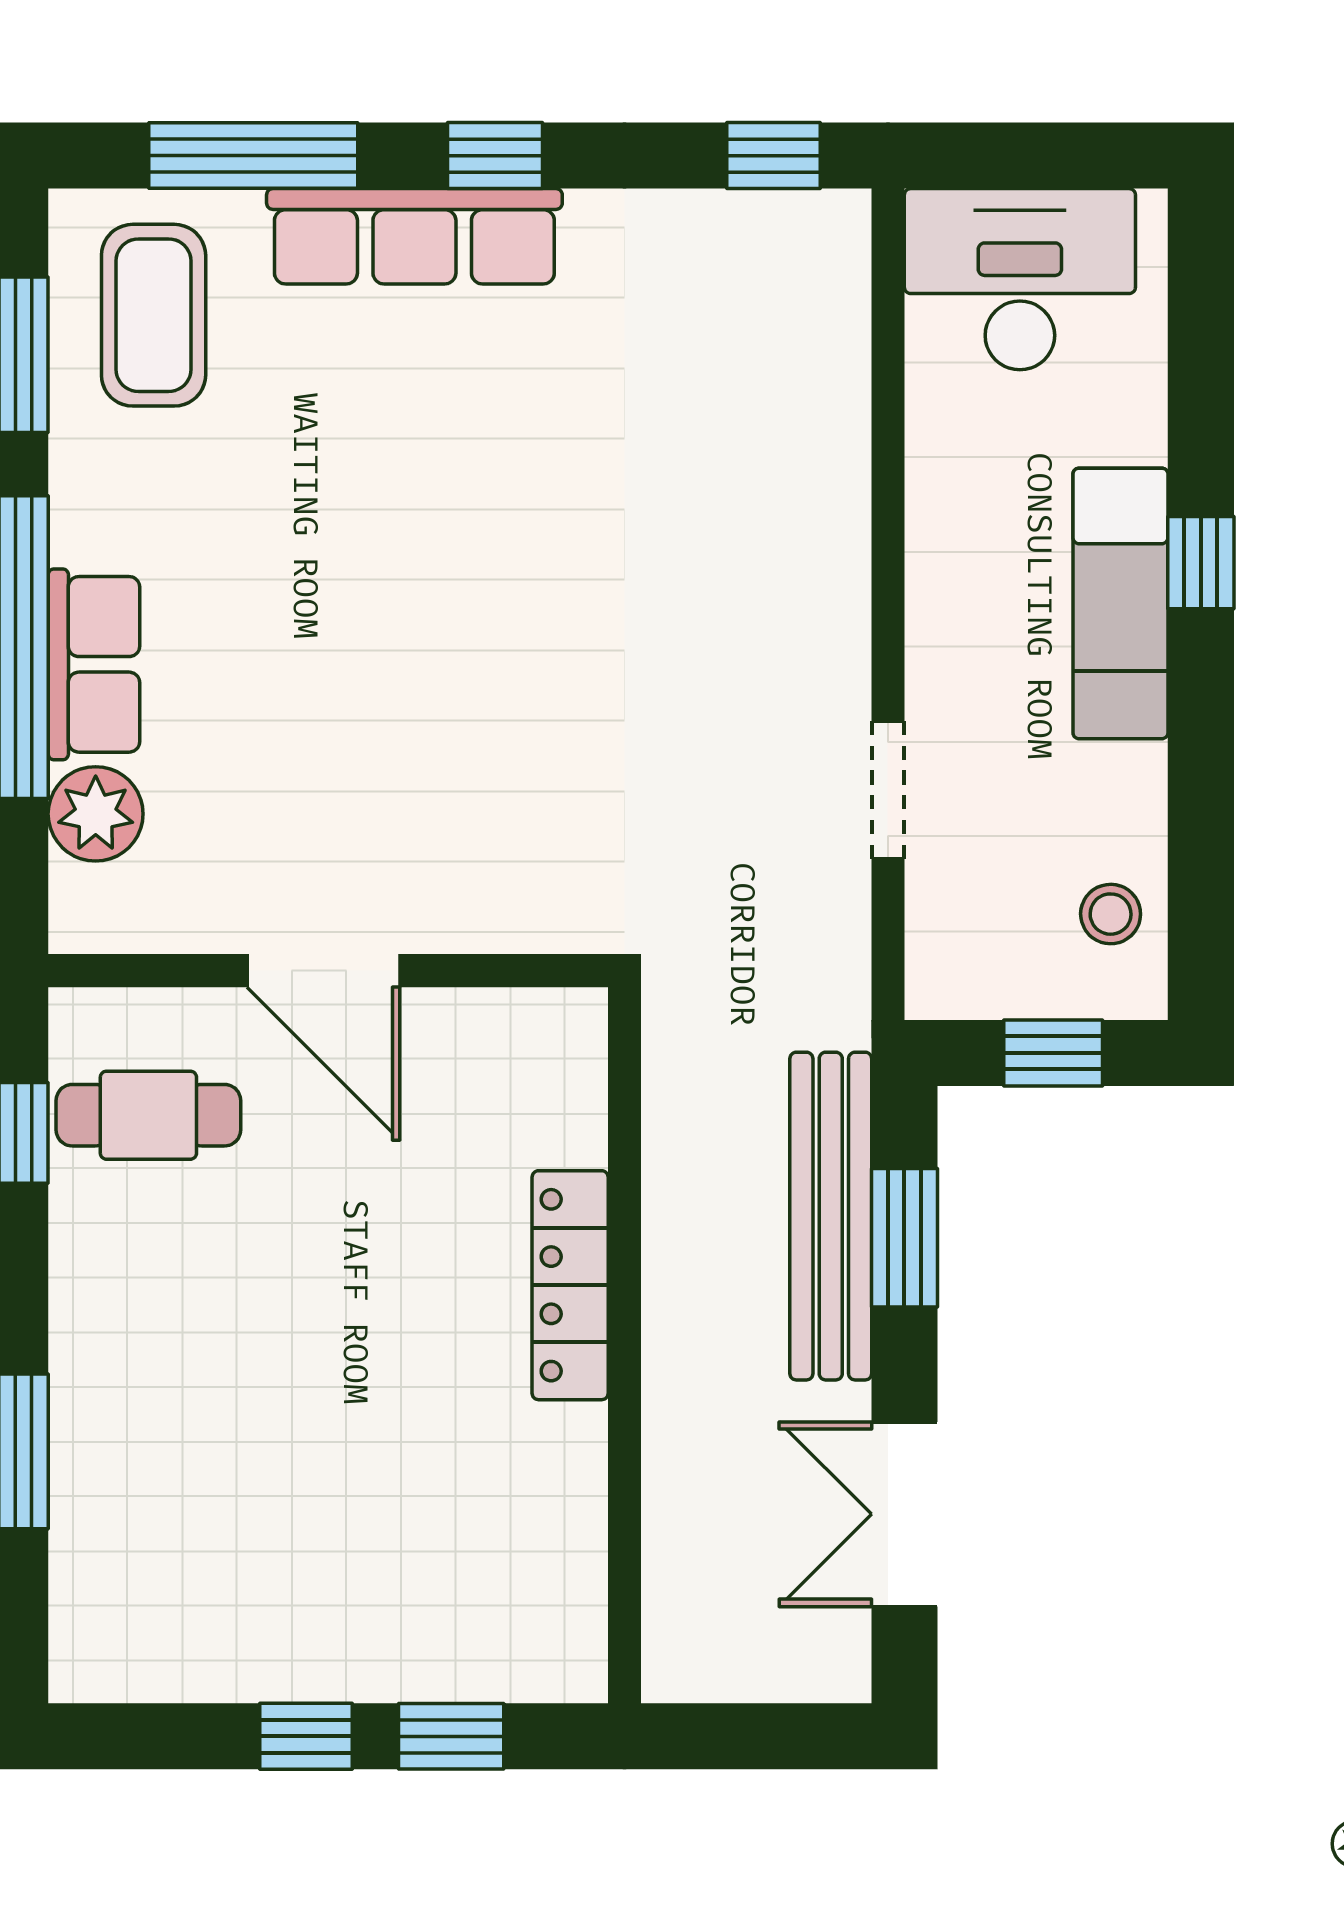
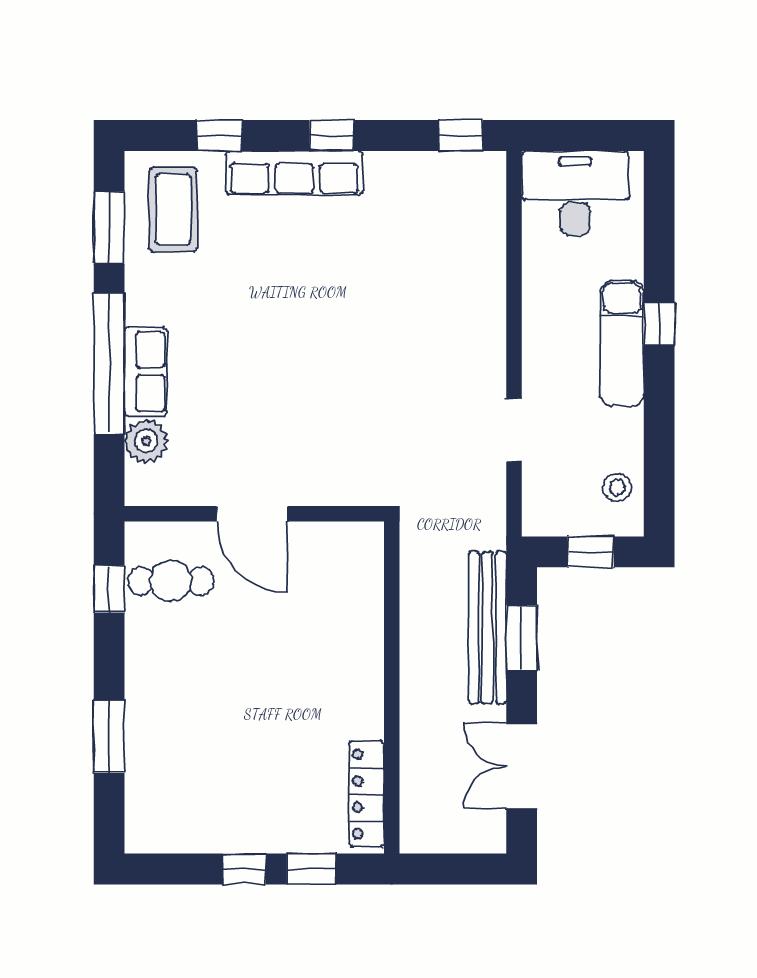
window: (253, 156) -> (219, 136), width x0.46
locker: (570, 1285) -> (367, 794), moved

